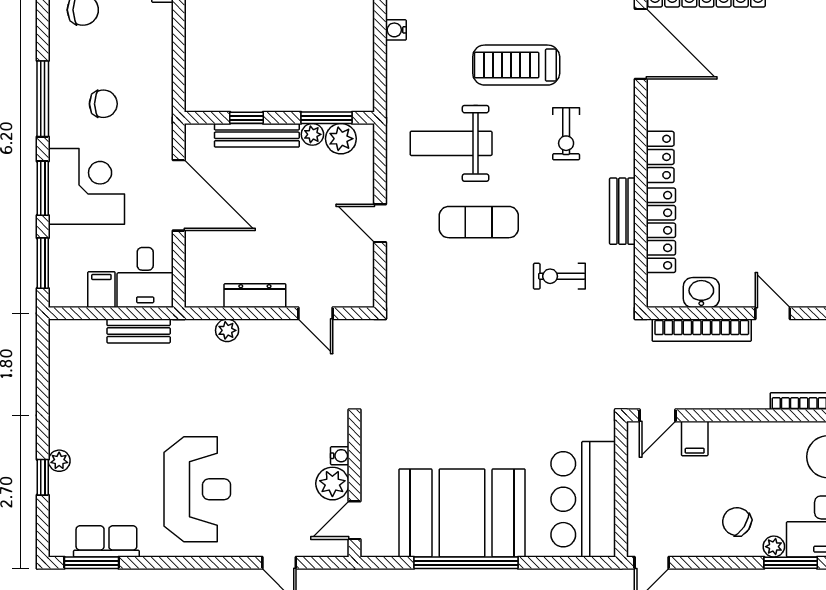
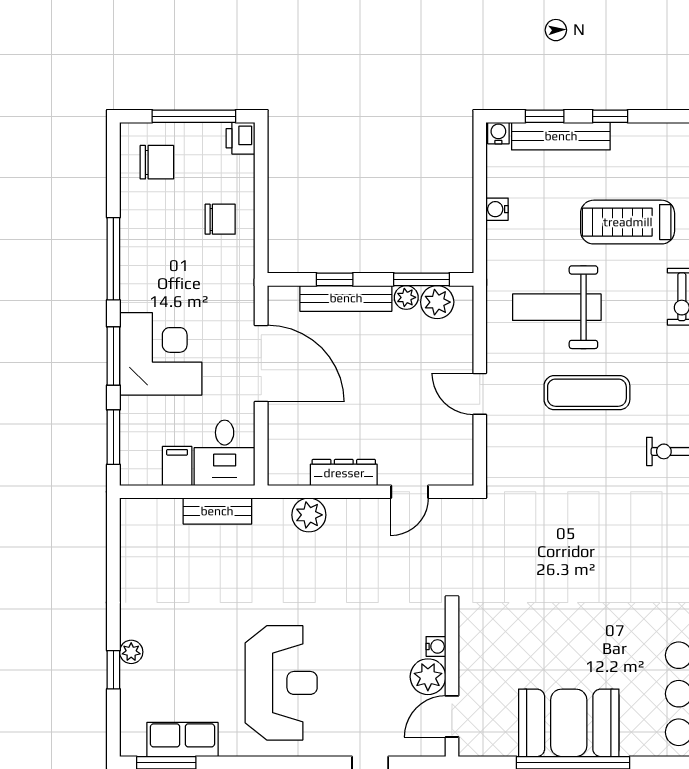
water cooler: (396, 30) -> (497, 209), moved
chair: (103, 104) -> (220, 219), moved
door: (315, 313) -> (410, 492), hinge flipped
plant: (227, 330) -> (309, 515), width x1.38, depth x1.38
booth: (462, 513) -> (569, 723), width x0.73, depth x0.70

